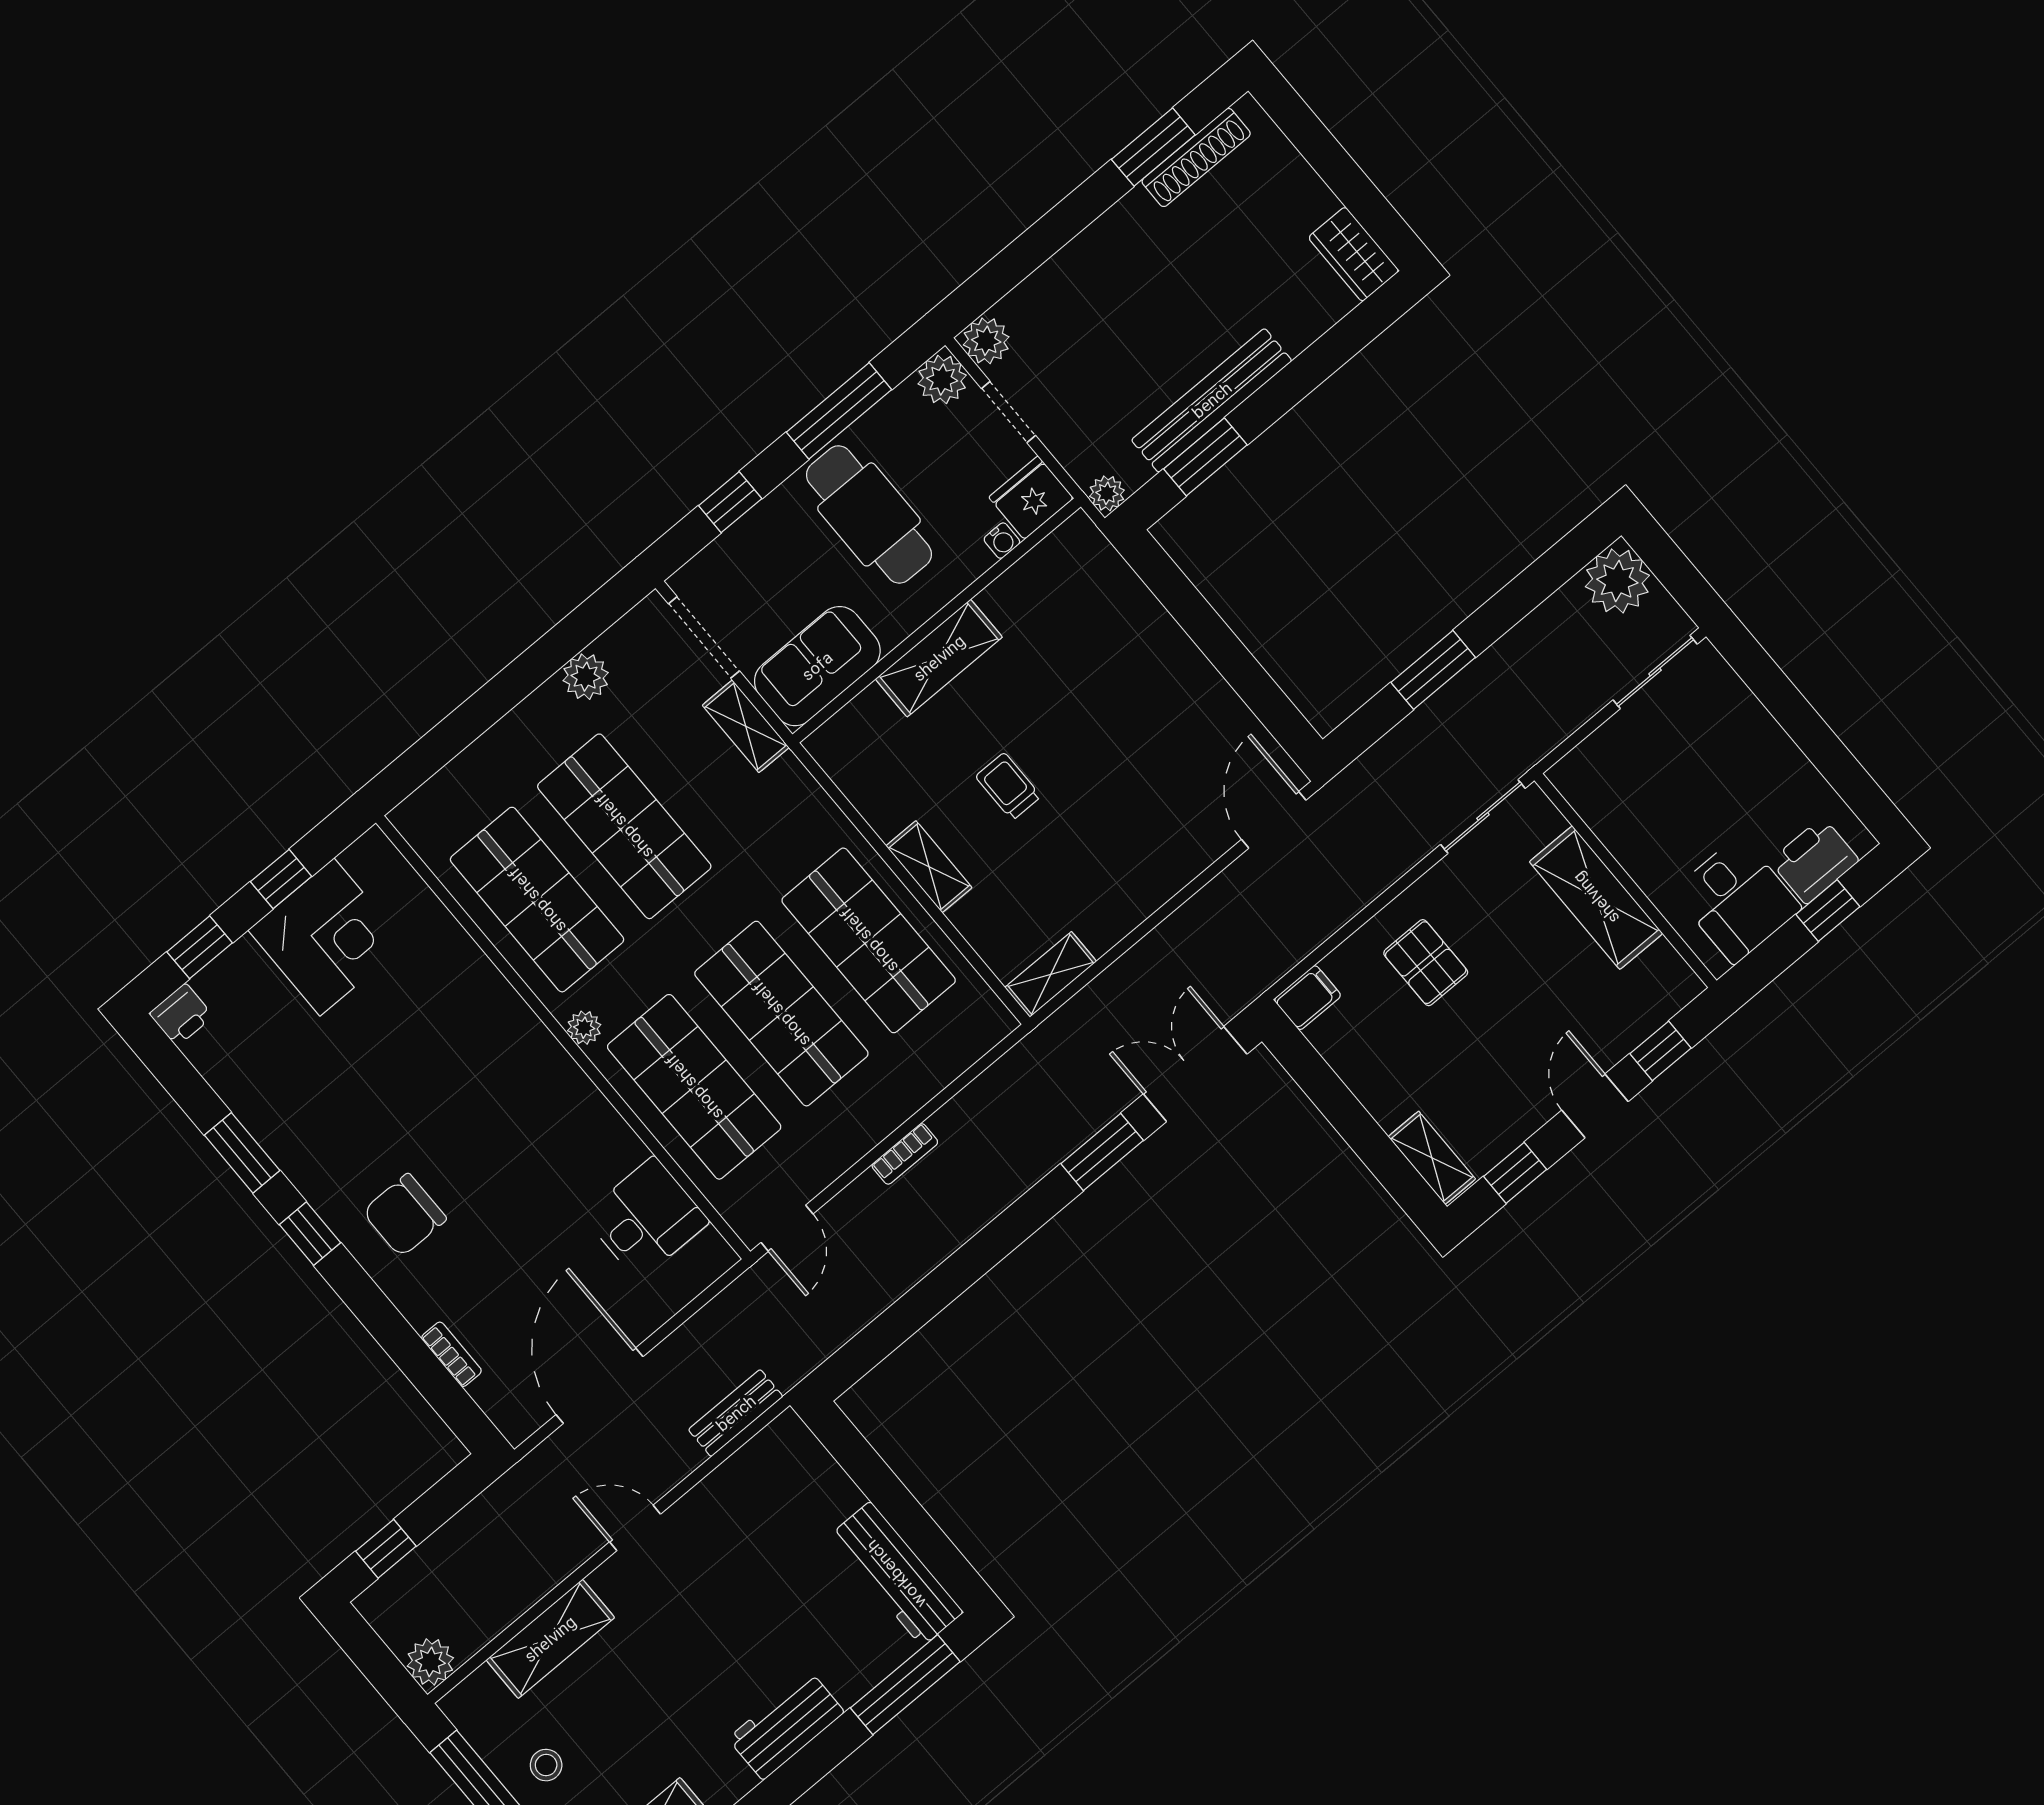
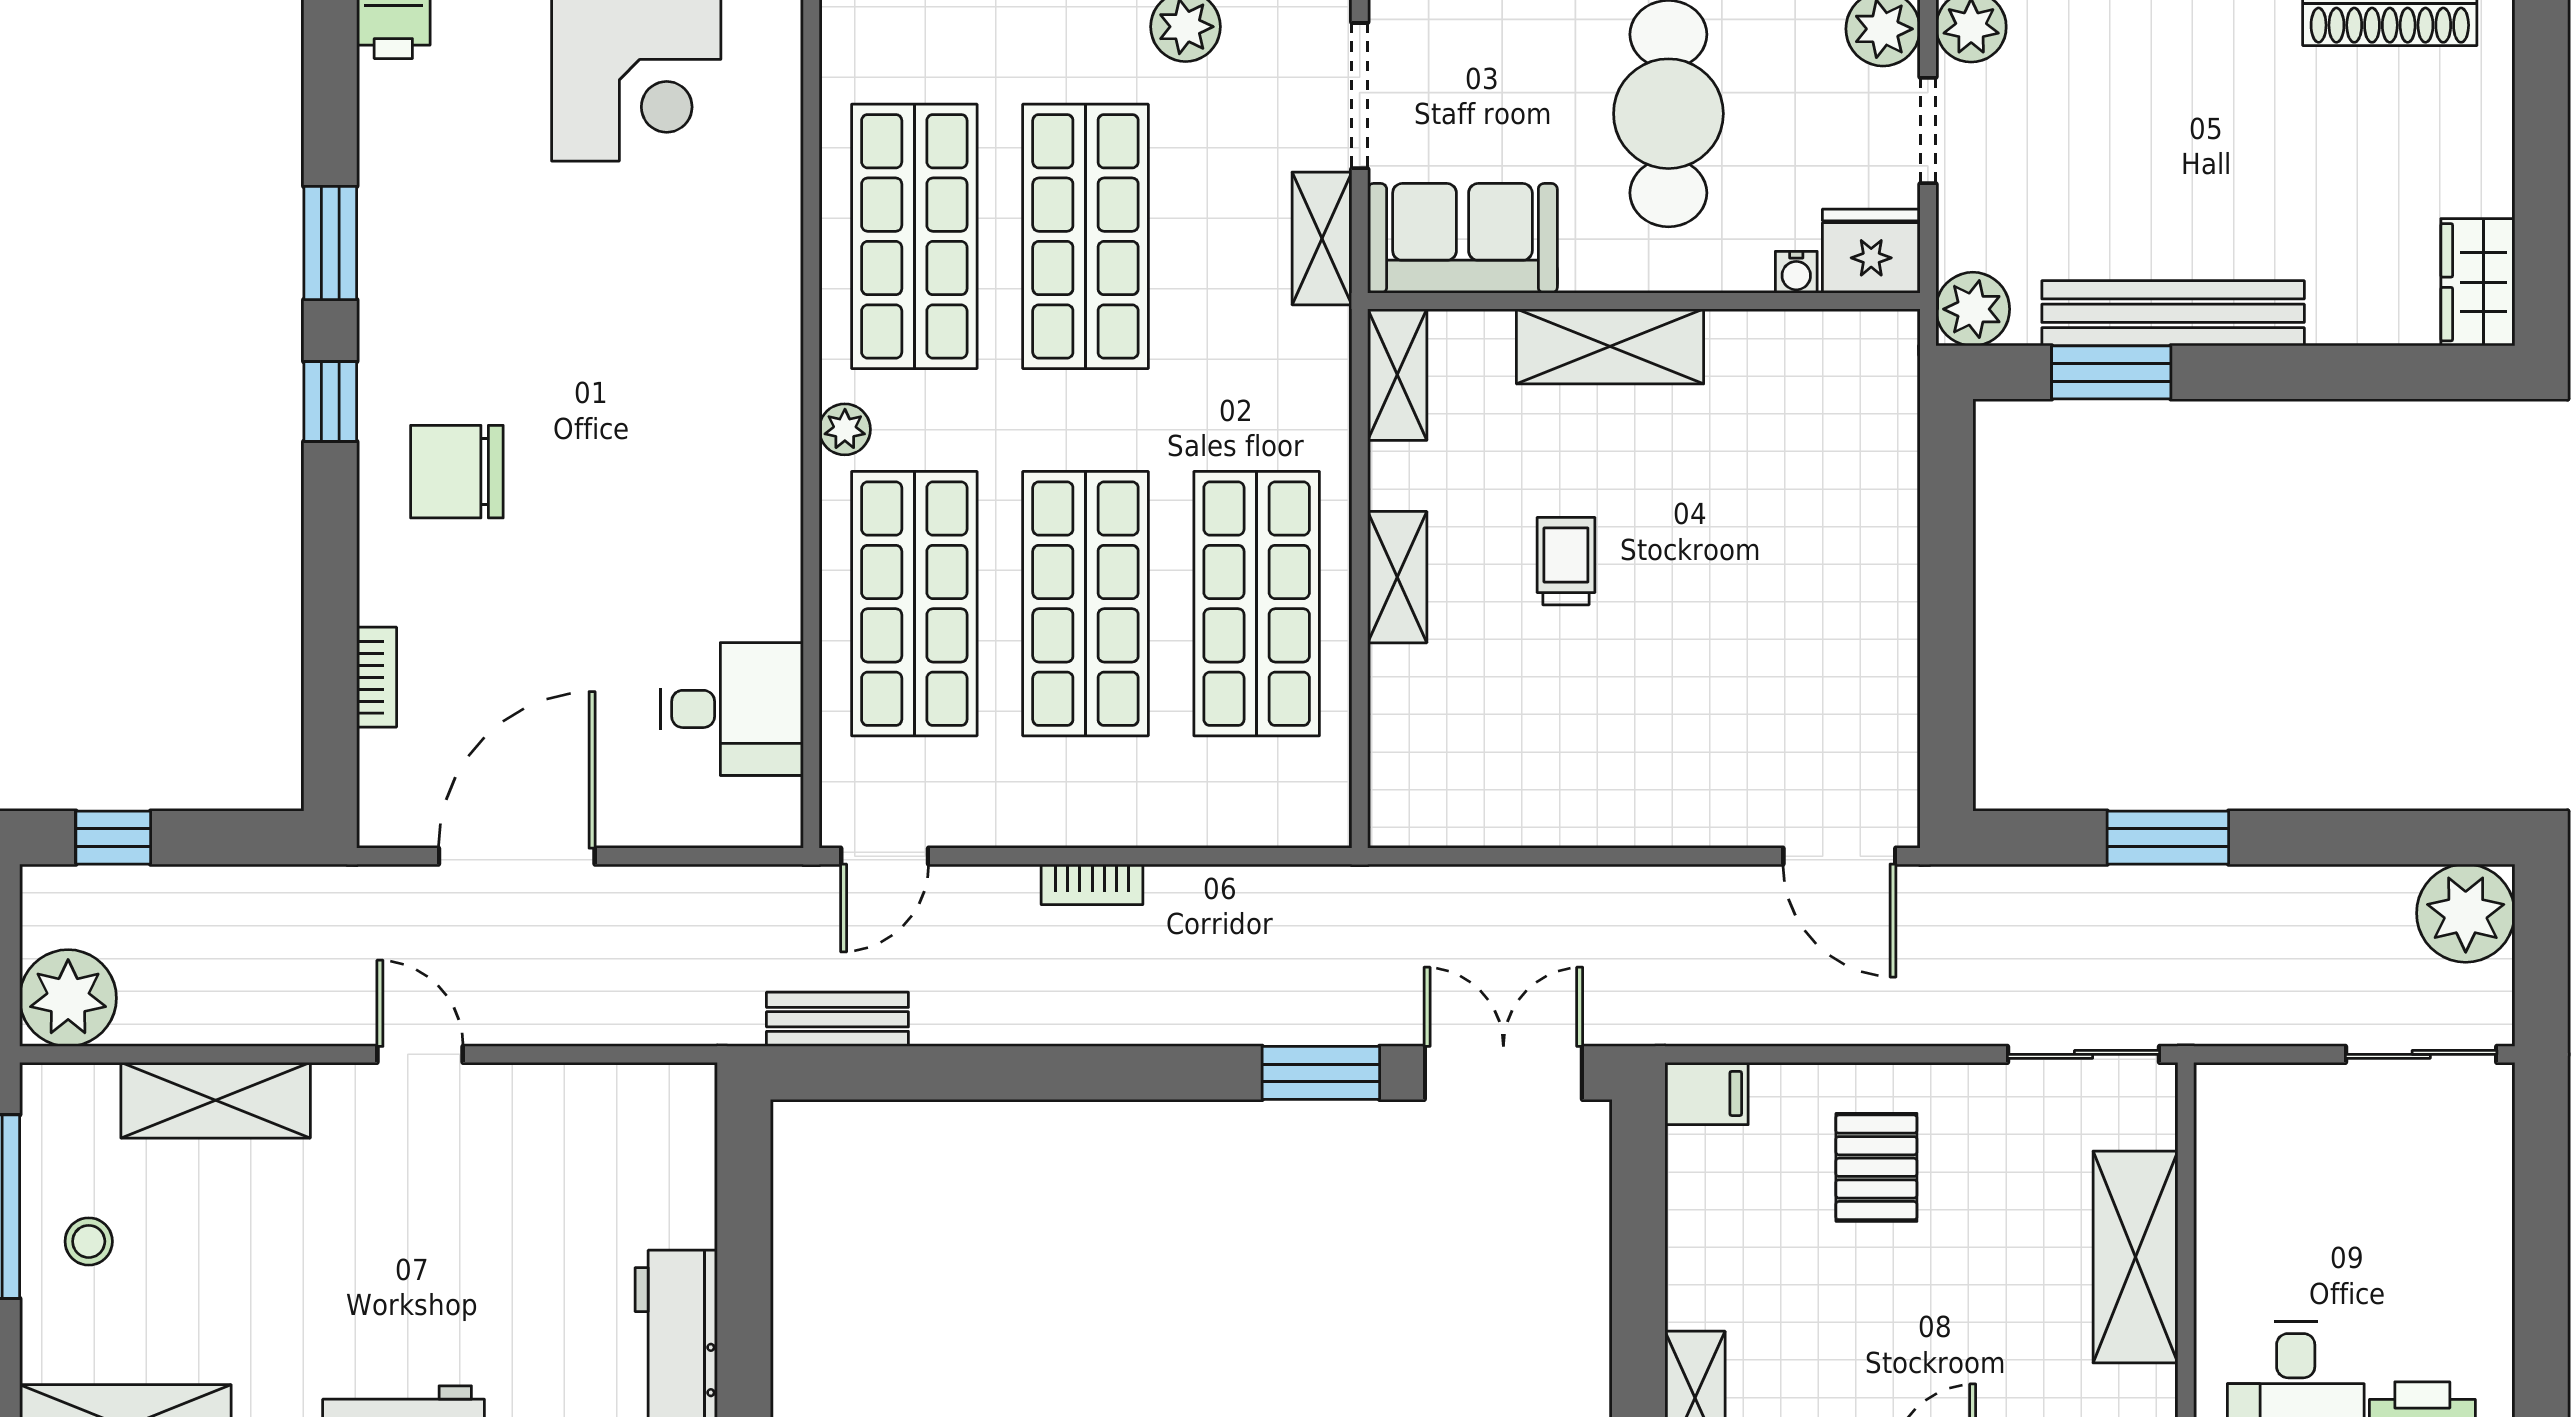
plant: (1107, 493) -> (1973, 309), width x1.38, depth x1.38
door: (1274, 820) -> (1839, 856), swing flipped
shelving: (1051, 974) -> (1397, 375), moved, turned 90
bench: (736, 1413) -> (837, 1019), moved
plant: (430, 1662) -> (68, 998), width x1.36, depth x1.36

